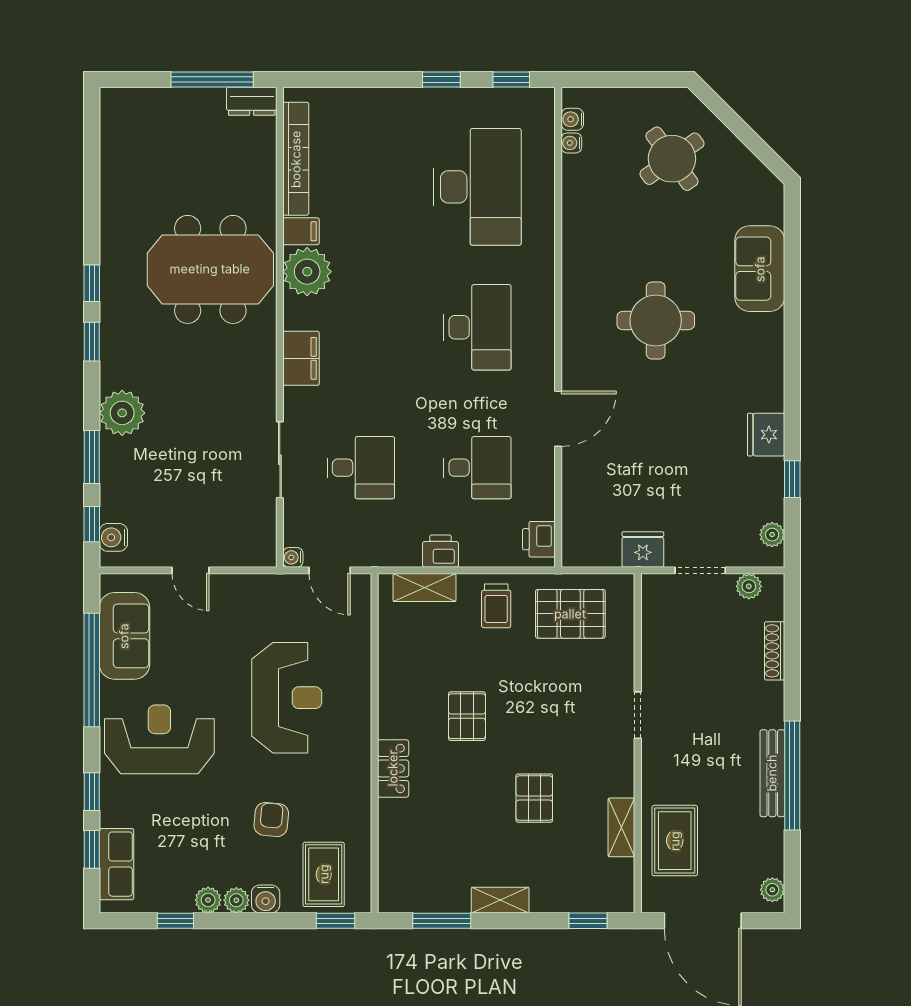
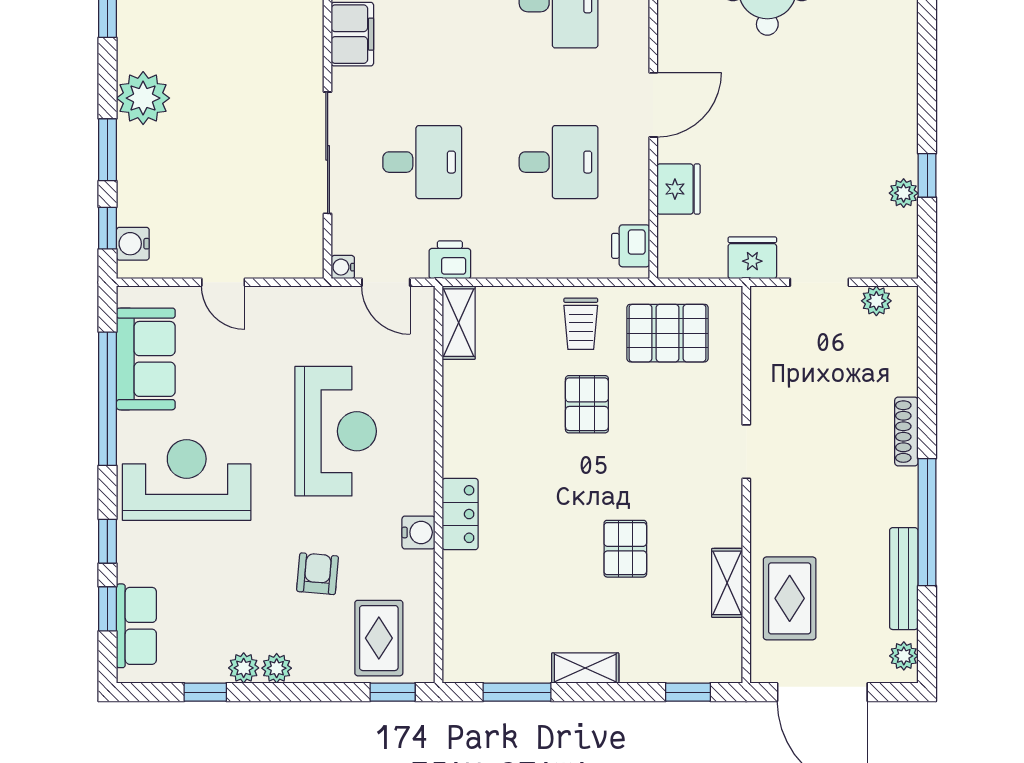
fridge: (766, 435) -> (678, 189), moved, turned 180
sliding door: (280, 460) -> (328, 153), width x1.37
plant: (772, 535) -> (904, 193), moved
printer: (441, 551) -> (450, 260), moved
shelving: (424, 588) -> (459, 323), moved, turned 90
shoe rack: (775, 651) -> (906, 432), moved
pallet: (467, 716) -> (587, 404), moved
bench: (772, 773) -> (904, 579), moved
water cooler: (266, 899) -> (418, 532), moved, turned -90

